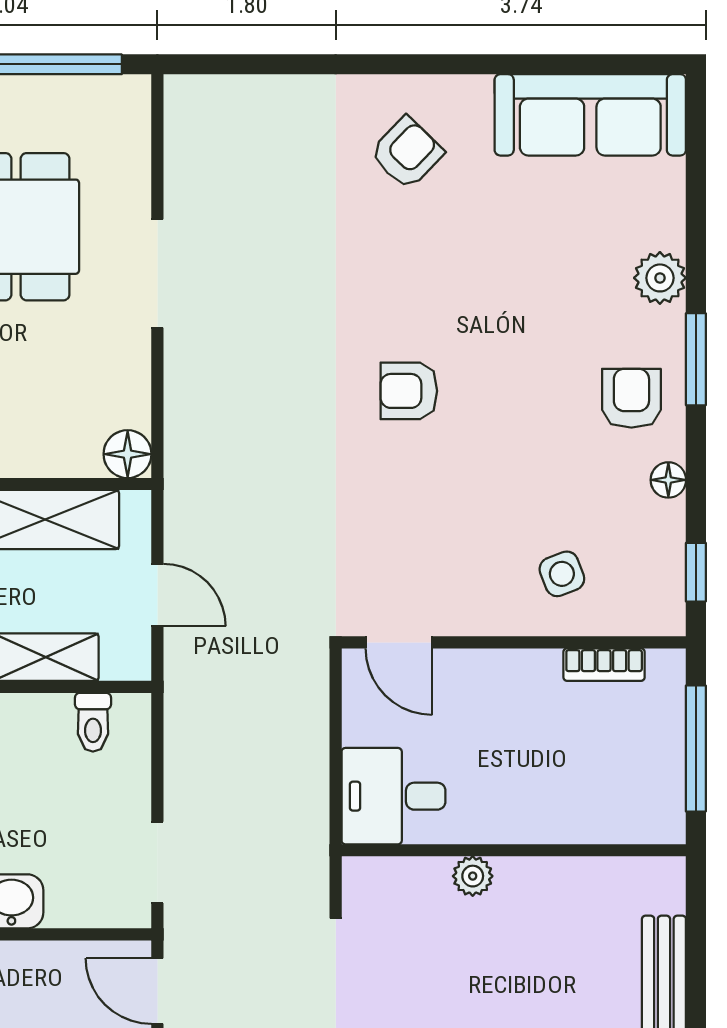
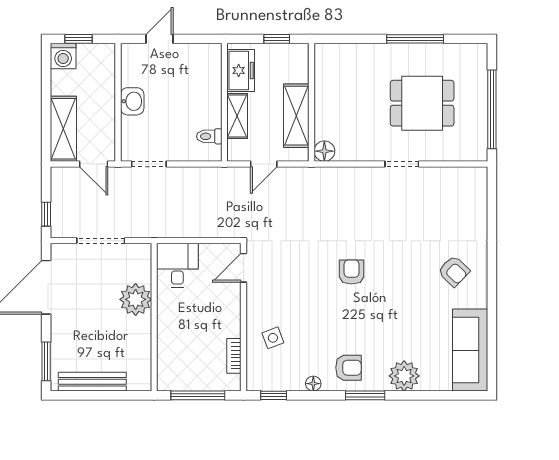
doorway: (157, 274) -> (402, 164), width x0.73
plant: (660, 278) -> (404, 376), width x1.36, depth x1.36
plant: (473, 876) -> (136, 299), width x1.87, depth x1.87
door: (157, 991) -> (94, 164), swing flipped

